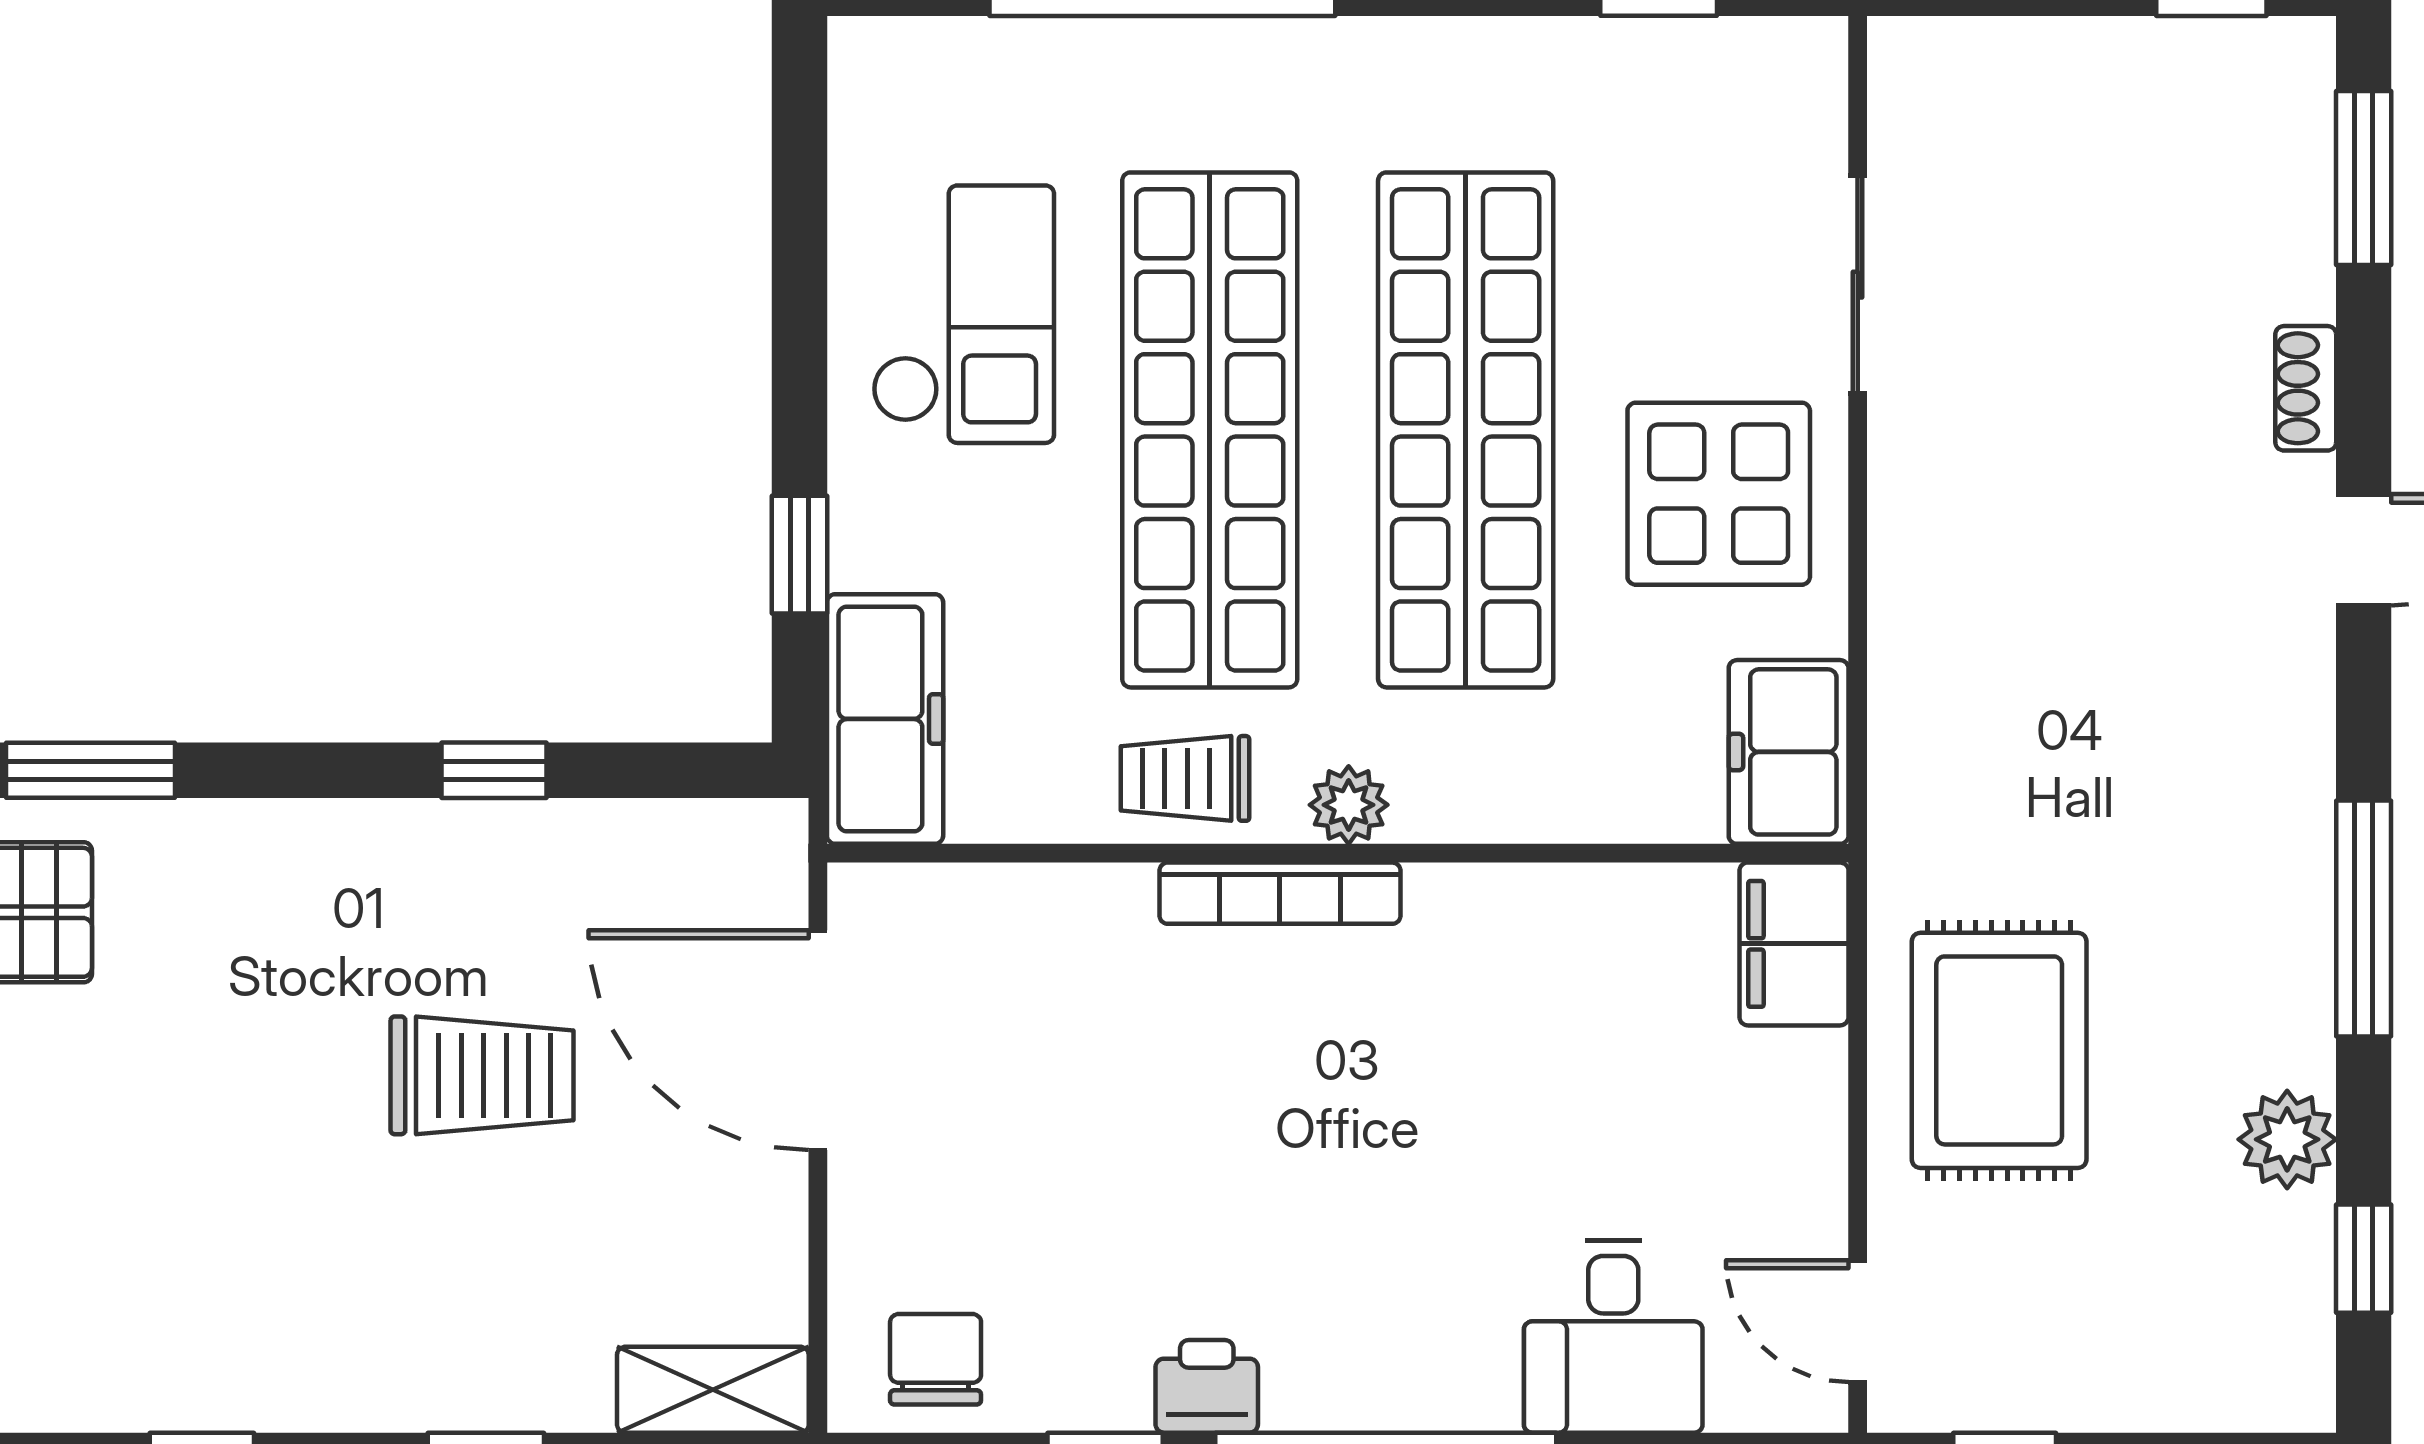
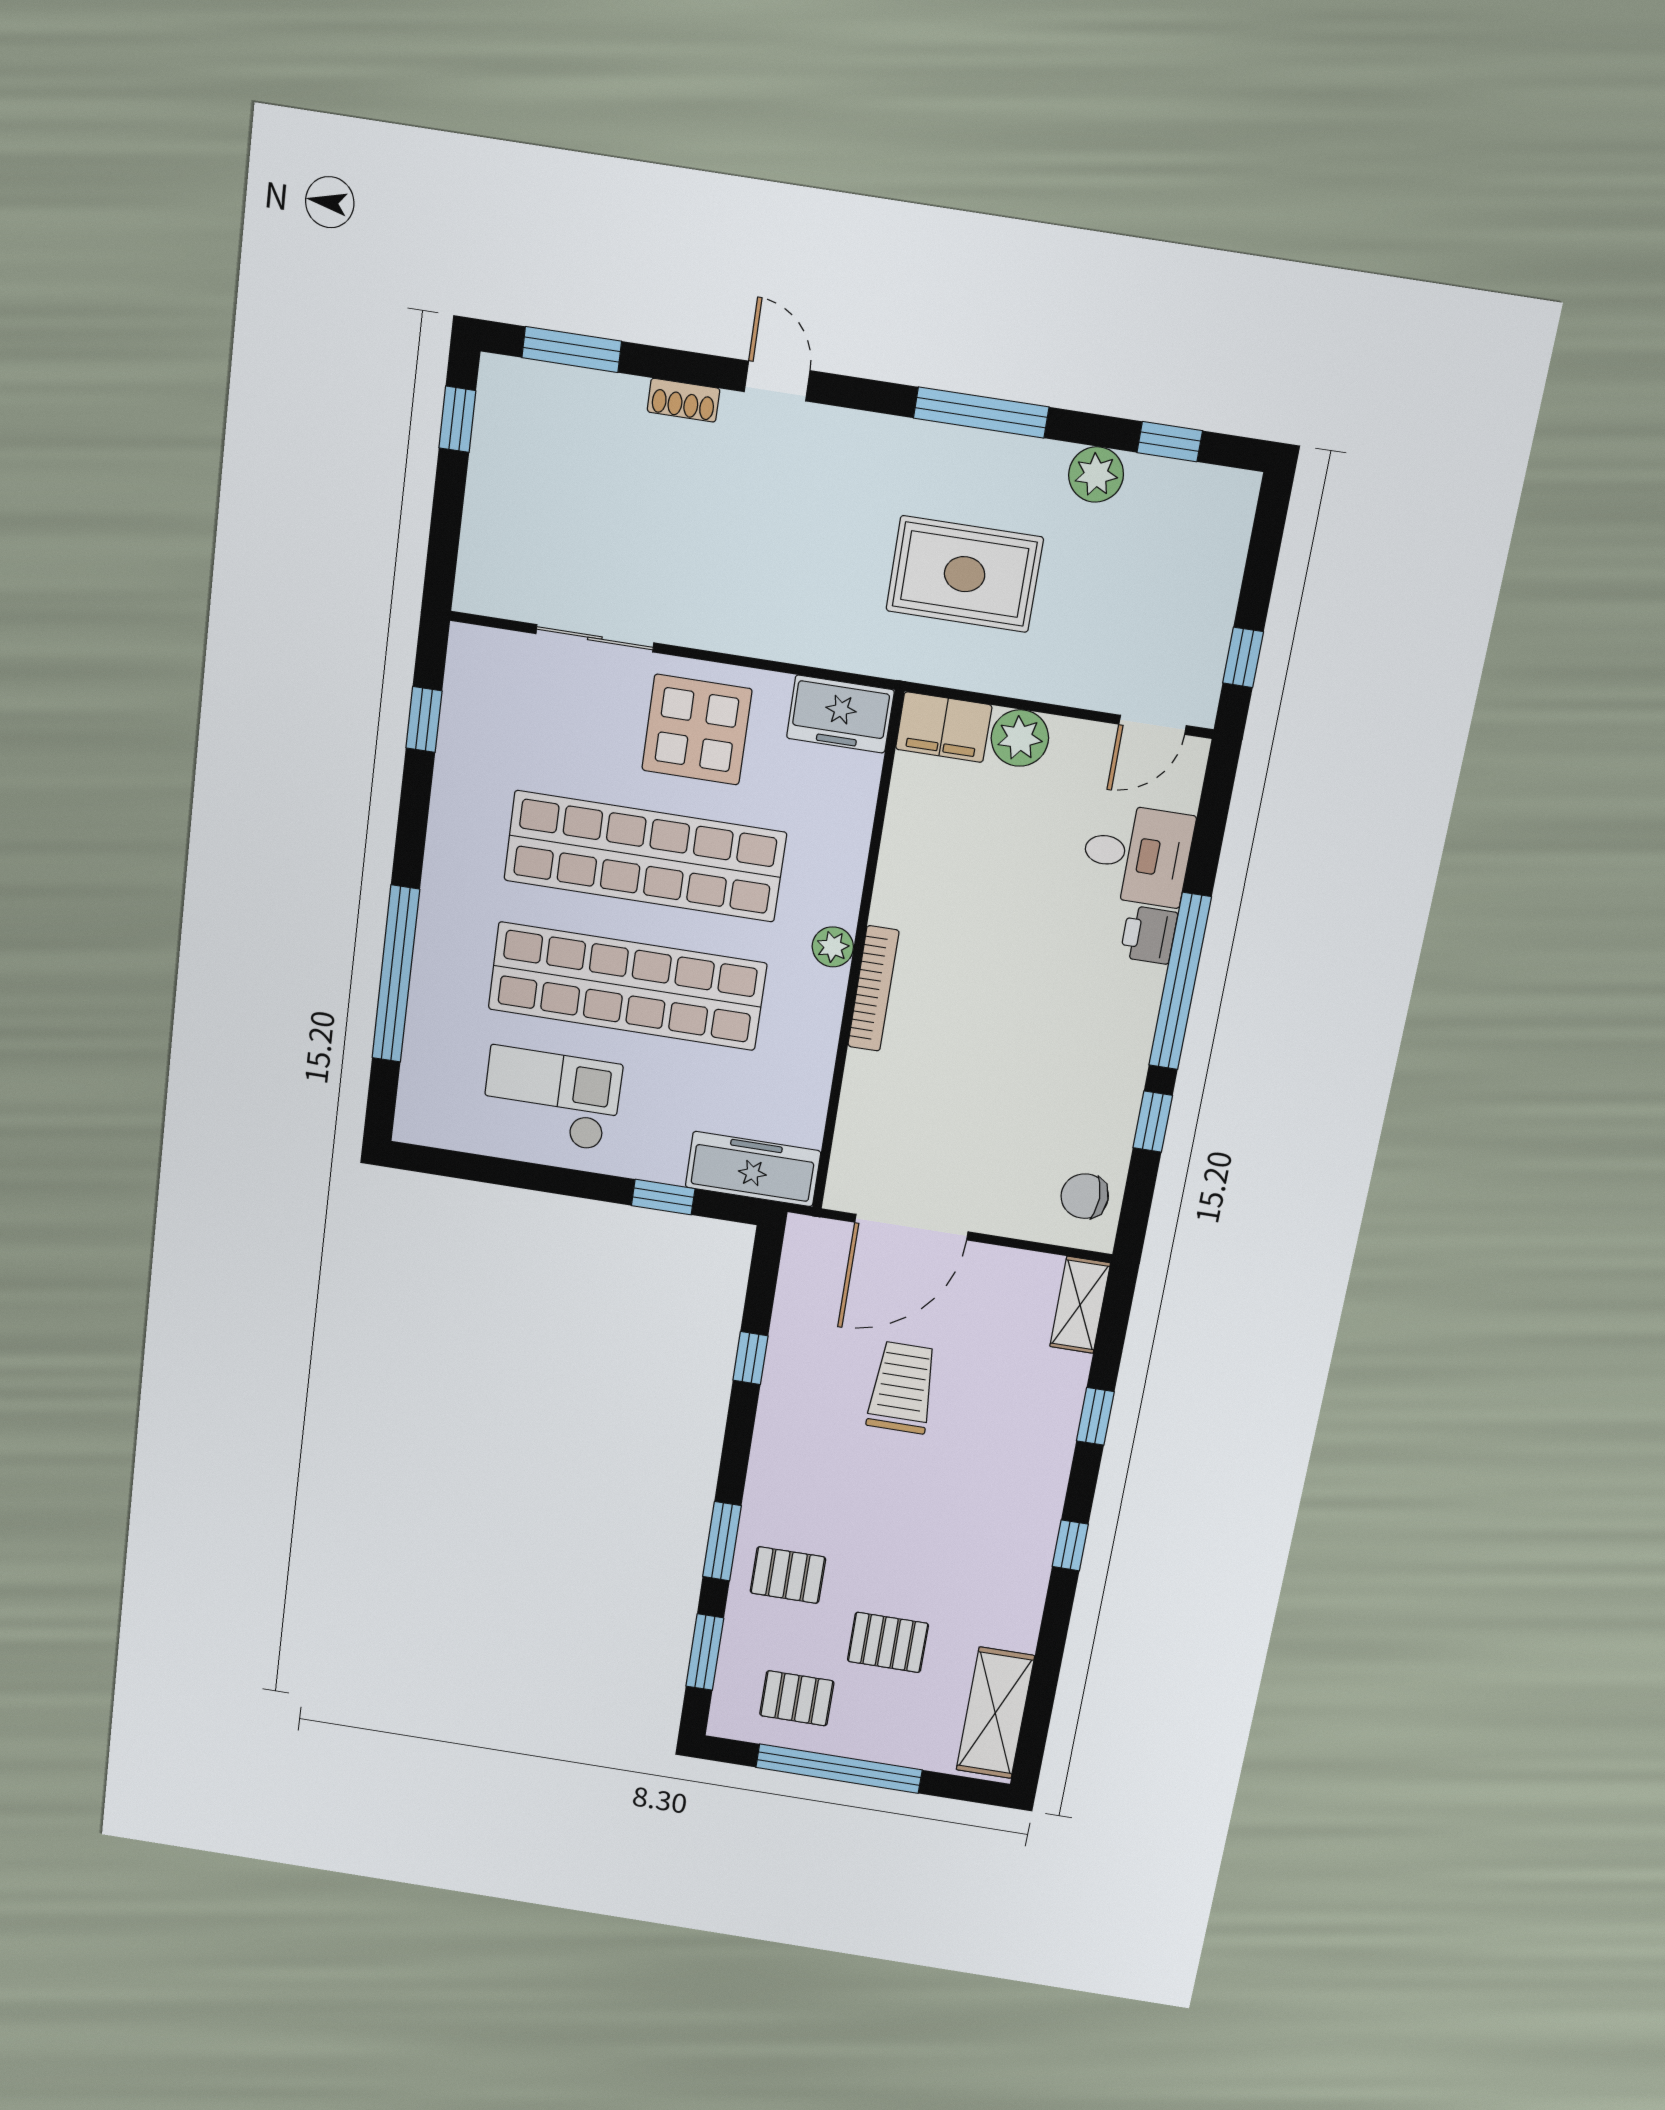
trolley: (1185, 778) -> (806, 1027), removed
rug: (1999, 1050) -> (965, 574), moved
plant: (1796, 1085) -> (1020, 738), added
printer: (1207, 1386) -> (1149, 935), moved

